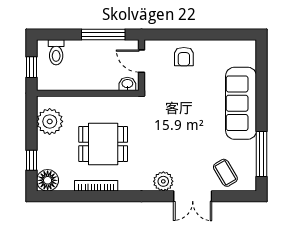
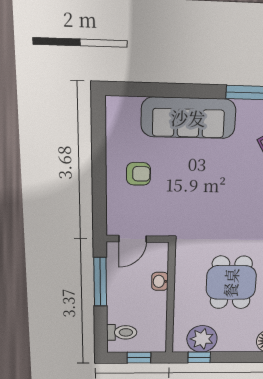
armchair: (184, 57) -> (138, 174), moved
washbasin: (127, 84) -> (160, 281), moved
window: (32, 160) -> (199, 357), moved

